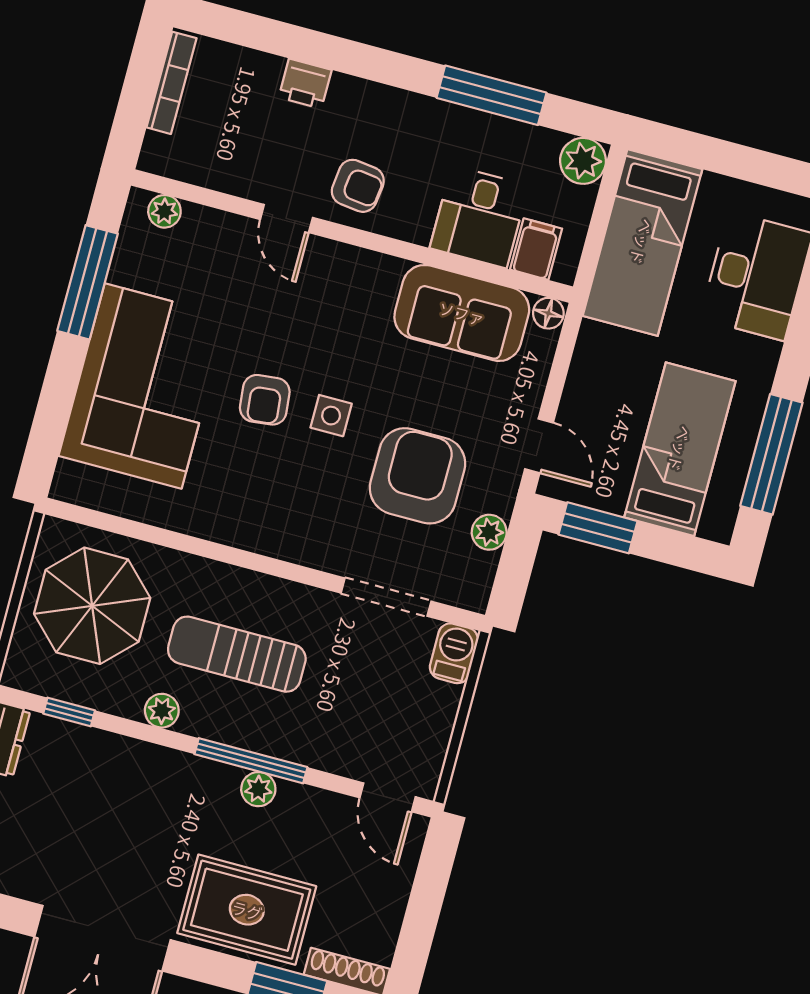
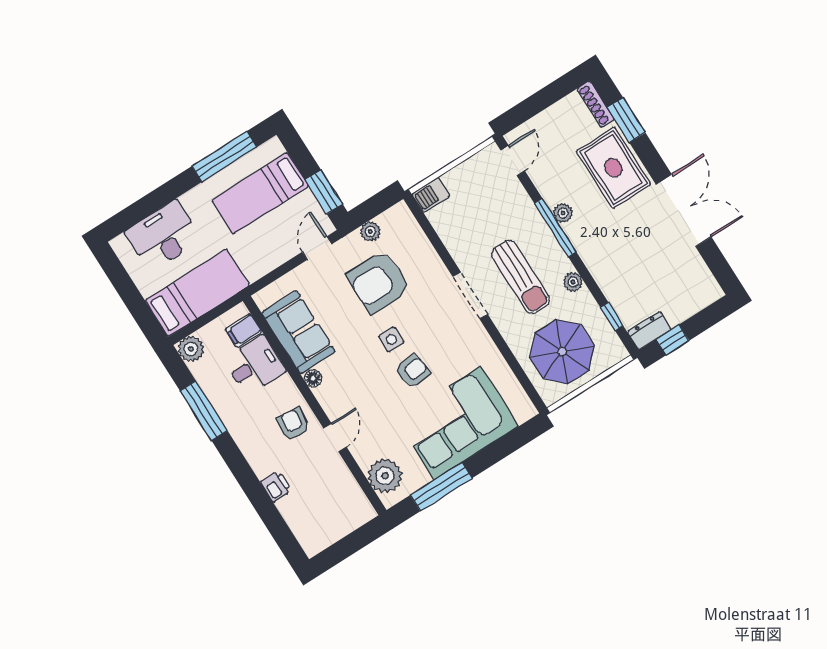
bookcase: (172, 83) -> (331, 537), removed
plant: (164, 211) -> (385, 476), width x1.88, depth x1.88
floor lamp: (548, 313) -> (313, 378), moved
doorway: (386, 597) -> (470, 295), moved

